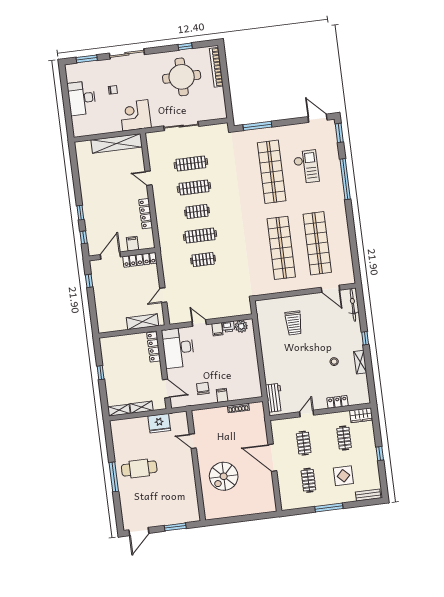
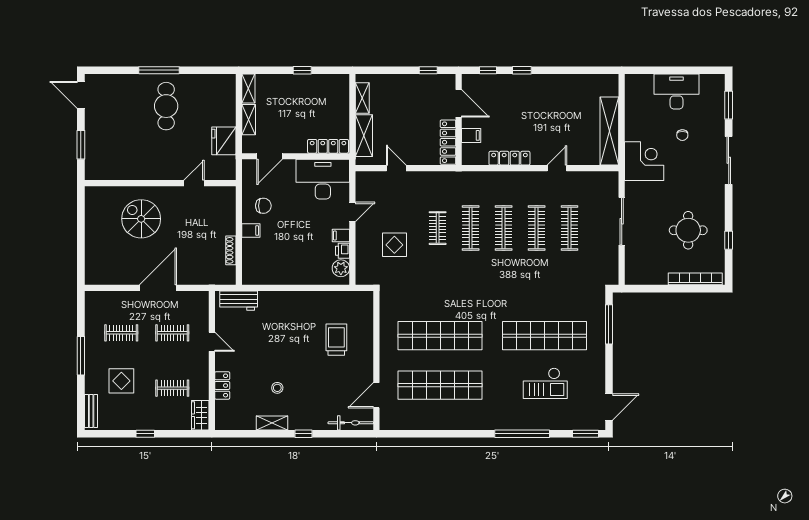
round table: (182, 77) -> (688, 230), width x0.73, depth x0.73
clothes rail: (197, 212) -> (504, 228), width x1.36
display table: (219, 289) -> (394, 245), added
trolley: (294, 323) -> (336, 340), turned 90
shelving: (115, 326) -> (362, 98), added

